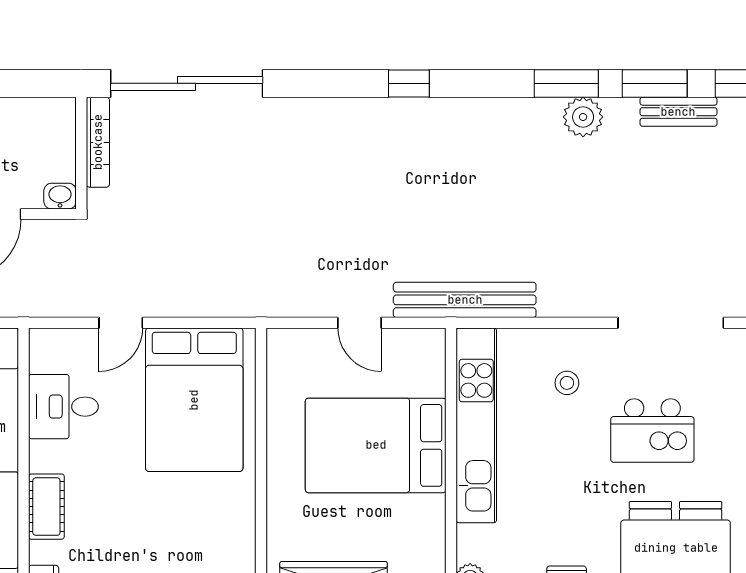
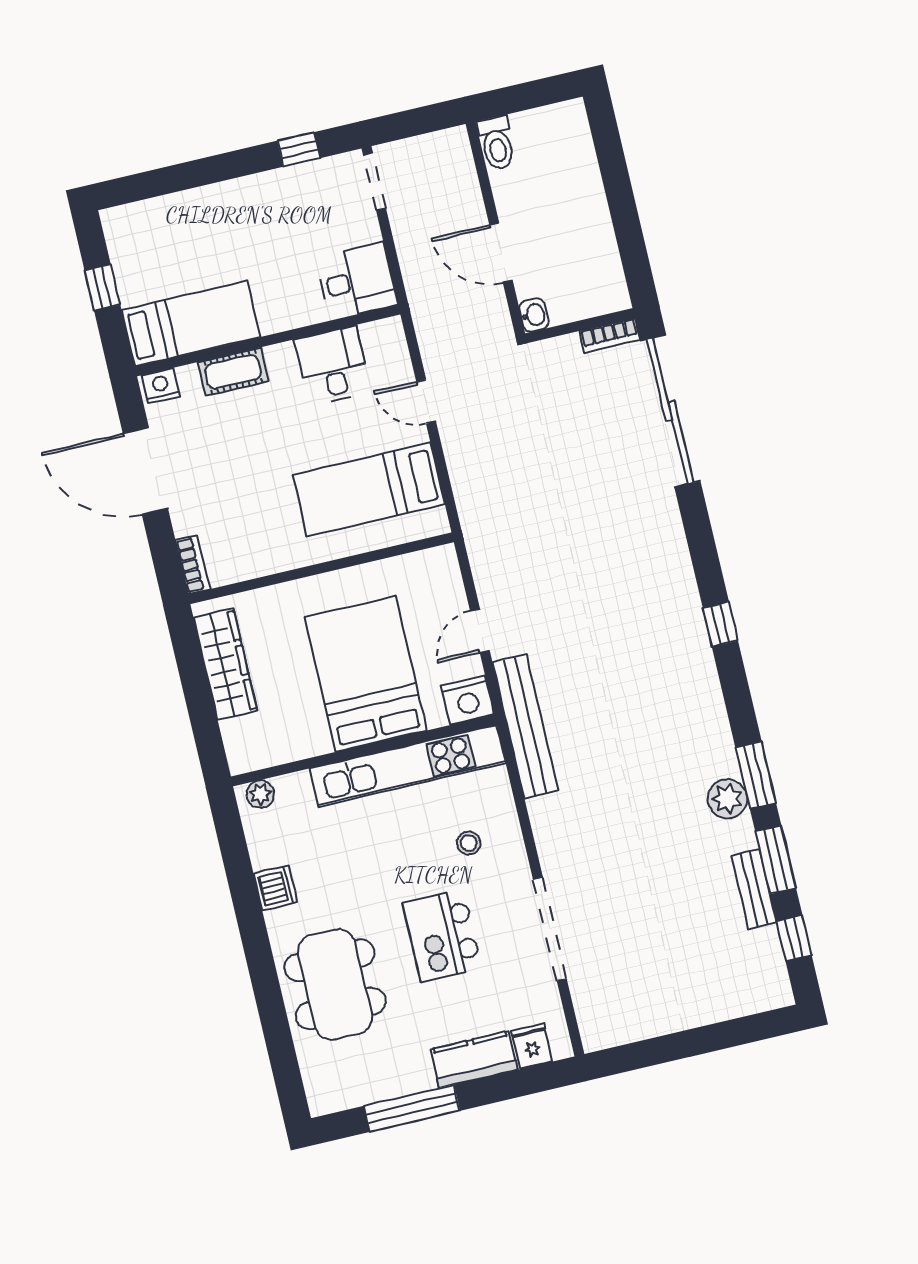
bookcase: (98, 142) -> (610, 335), width x0.64
nightstand: (425, 351) -> (468, 700), added
bed: (194, 400) -> (369, 489), width x0.67

